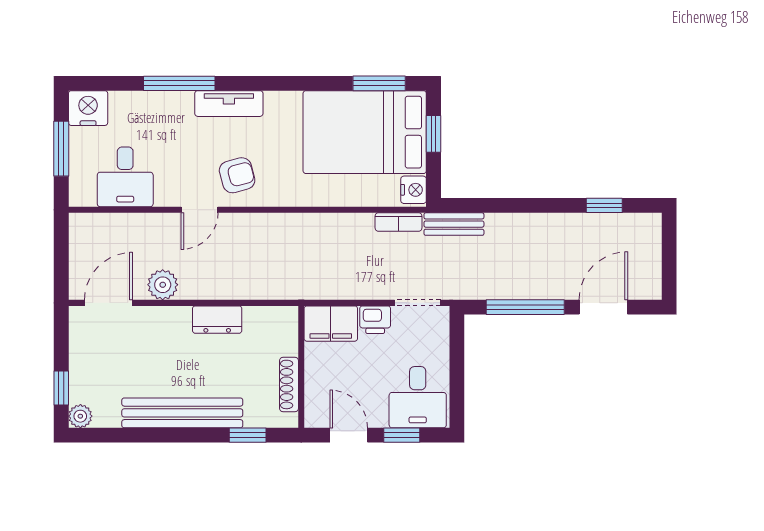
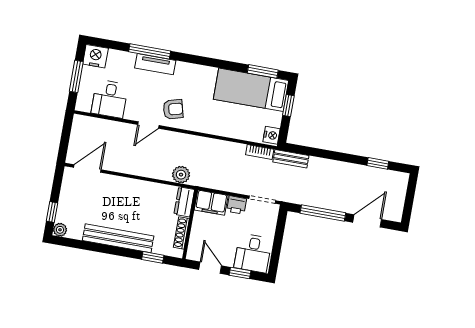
tv unit: (229, 104) -> (155, 64), moved
bed: (365, 132) -> (251, 90), width x0.67
plant: (163, 285) -> (181, 175), moved
dresser: (217, 320) -> (184, 202), moved, turned 90

